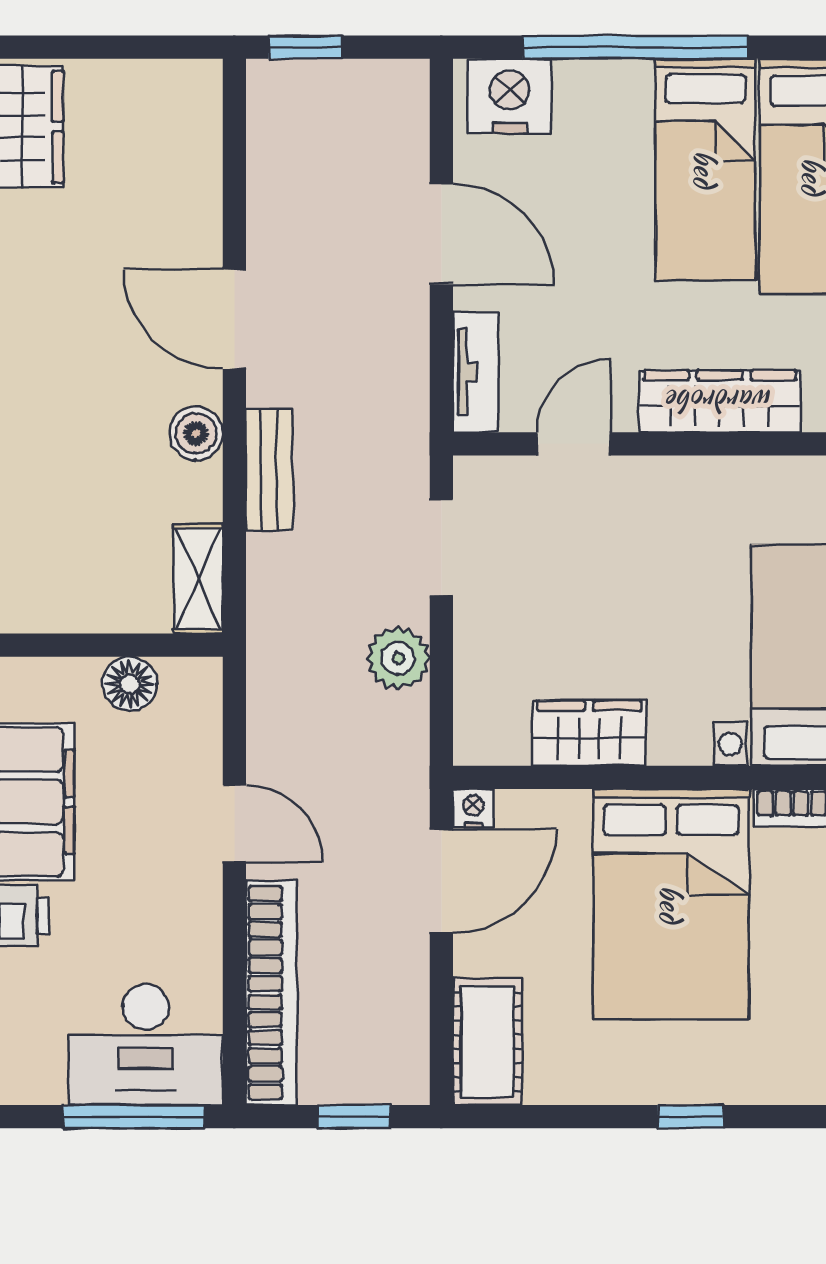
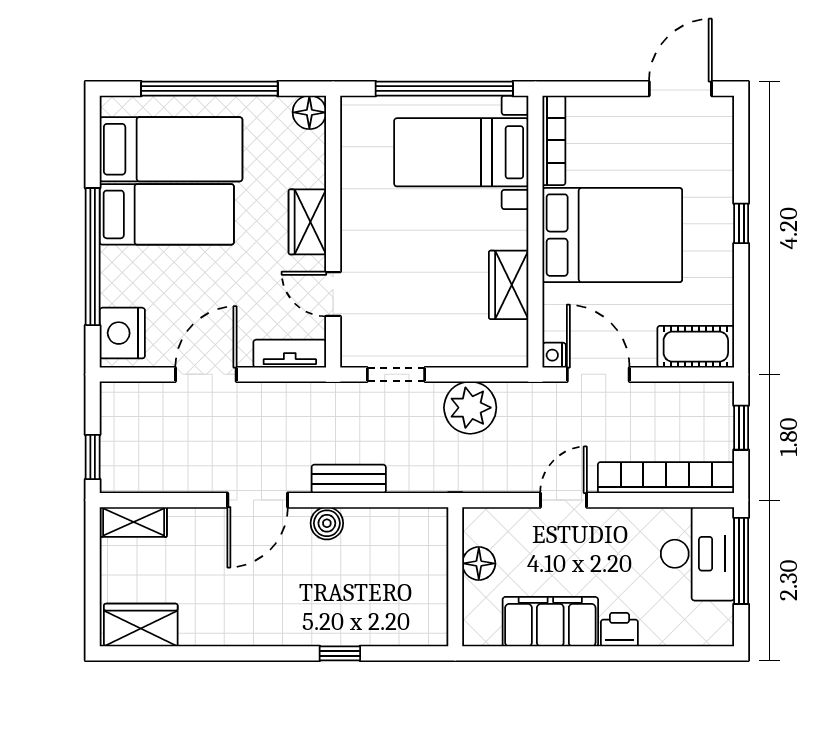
wardrobe: (720, 401) -> (307, 222), width x0.67
shelving: (198, 579) -> (134, 522), moved
plant: (398, 658) -> (470, 408), width x1.36, depth x1.36

